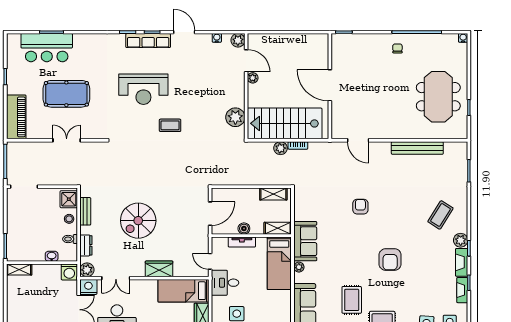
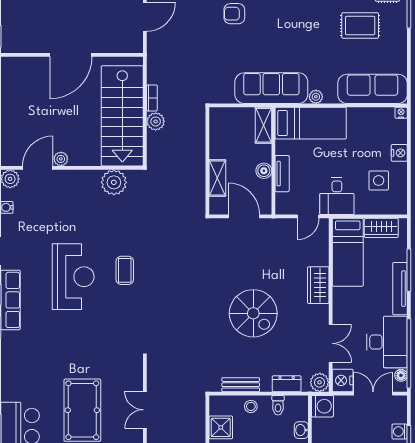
reception desk: (143, 89) -> (73, 277), moved
shelving: (273, 194) -> (217, 178), moved
shower: (69, 199) -> (221, 427), moved
sofa: (305, 241) -> (271, 88), width x1.36

